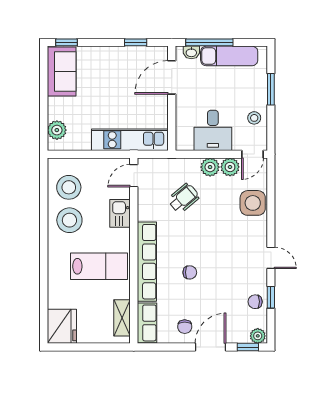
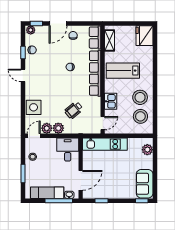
desk: (213, 130) -> (68, 149), moved

